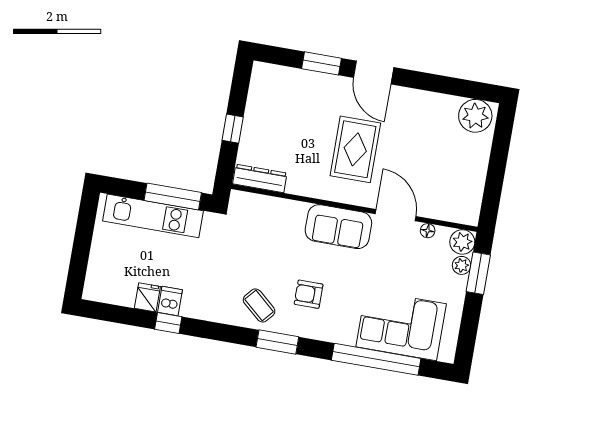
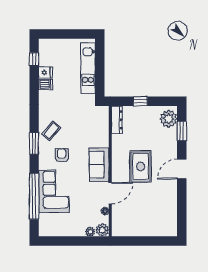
window: (322, 63) -> (182, 131), moved
plant: (475, 116) -> (169, 119), moved
rug: (355, 149) -> (140, 166), turned 90
window: (173, 197) -> (100, 77), removed
window: (478, 273) -> (88, 241), removed
window: (168, 323) -> (34, 59), moved
corner sofa: (401, 325) -> (54, 191), moved

